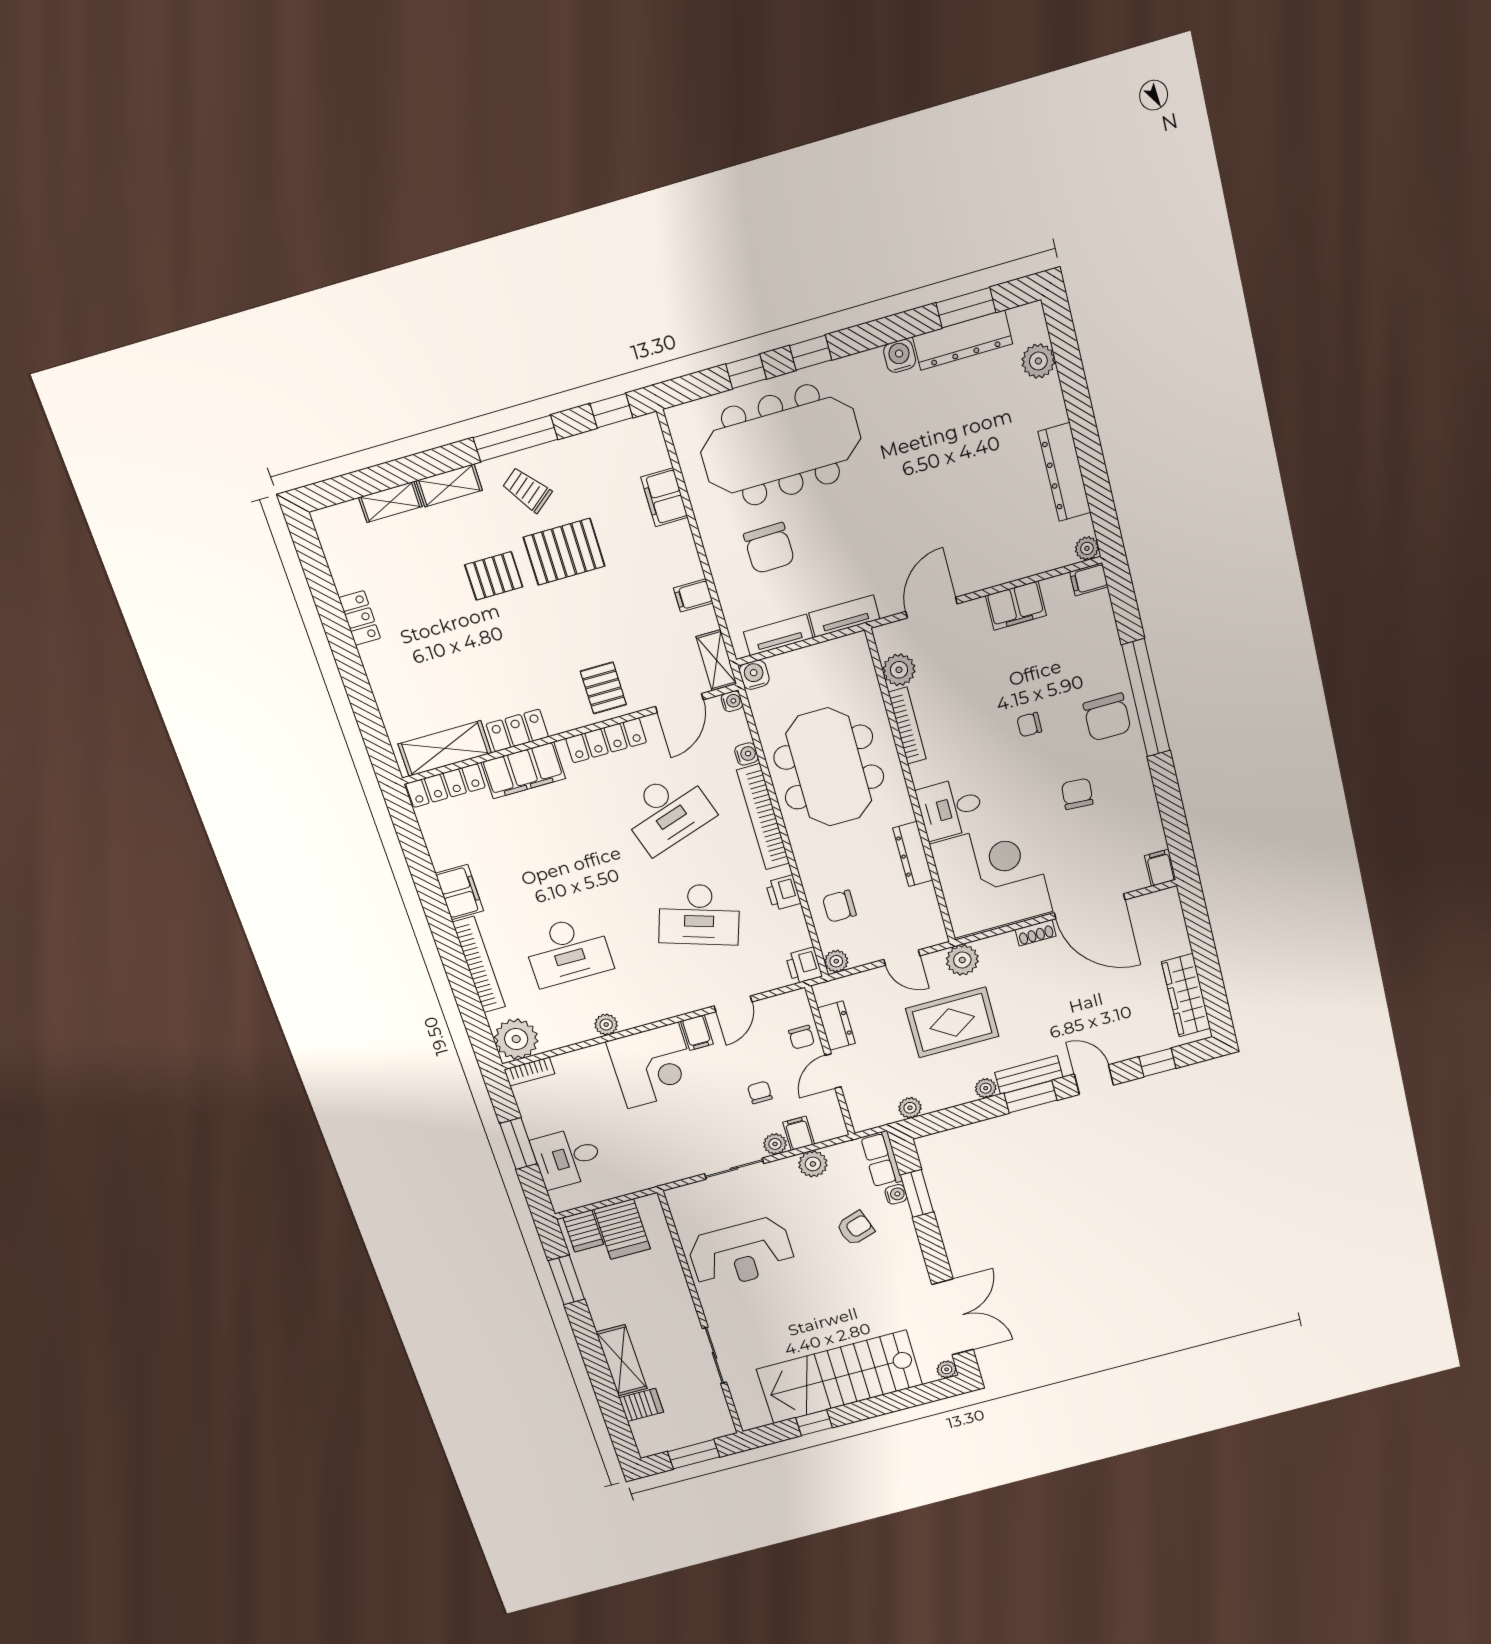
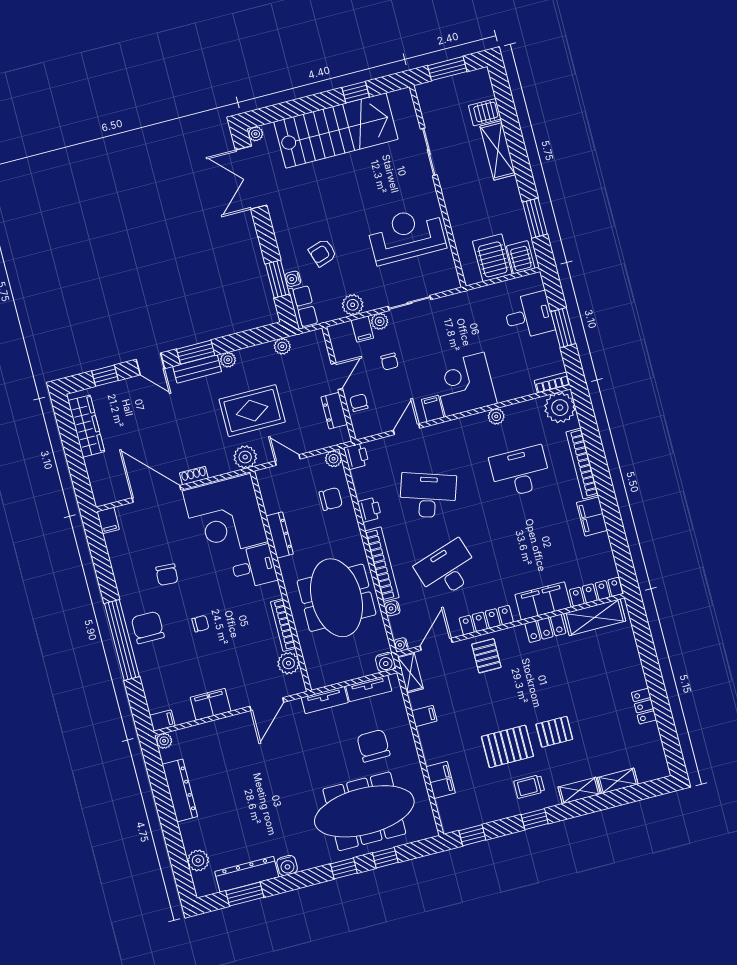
window: (515, 438) -> (535, 819), width x0.46
trolley: (527, 490) -> (529, 786), turned 128

